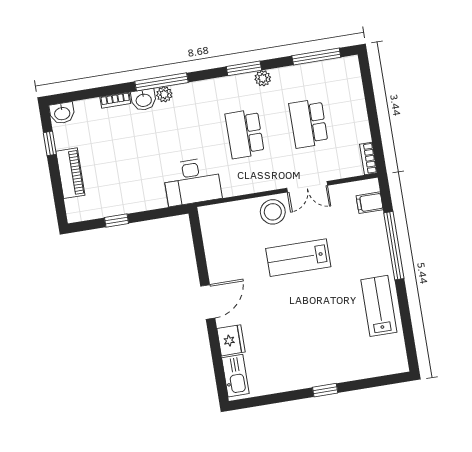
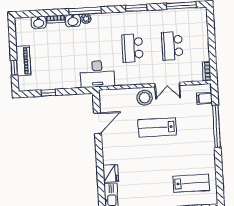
plant: (263, 78) -> (147, 15), removed
washbasin: (62, 113) -> (39, 23), moved
window: (50, 143) -> (14, 68), moved
door: (208, 302) -> (98, 123), moved
lab bench: (379, 306) -> (191, 183), moved, turned 90

